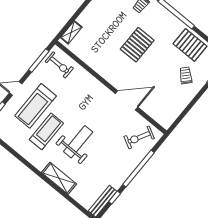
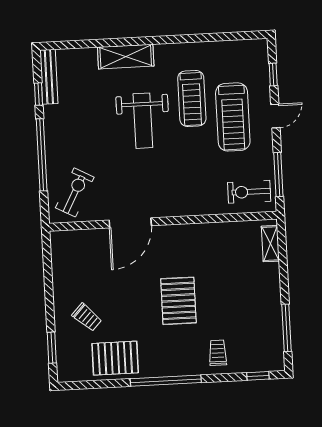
treadmill: (35, 106) -> (233, 117), turned 180

